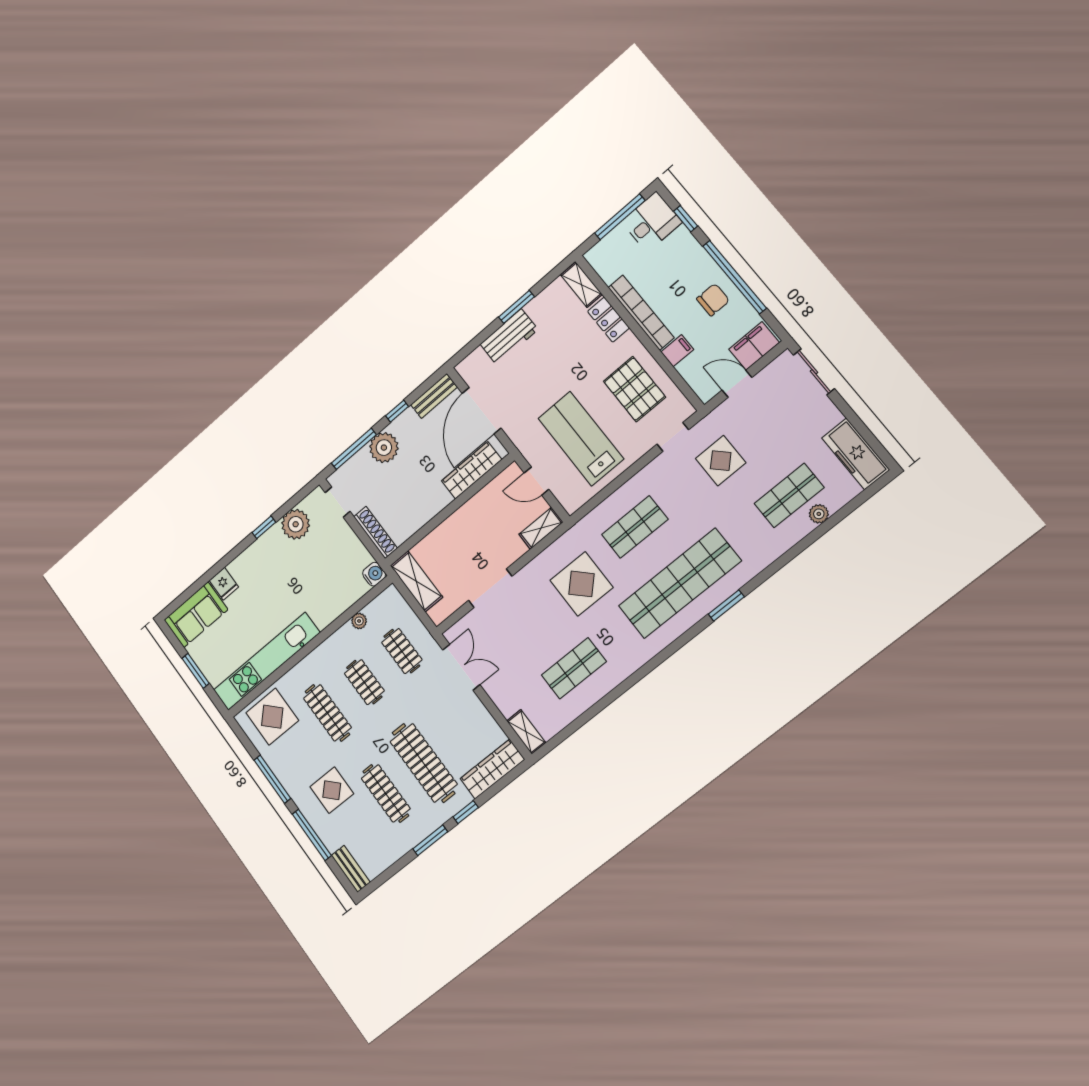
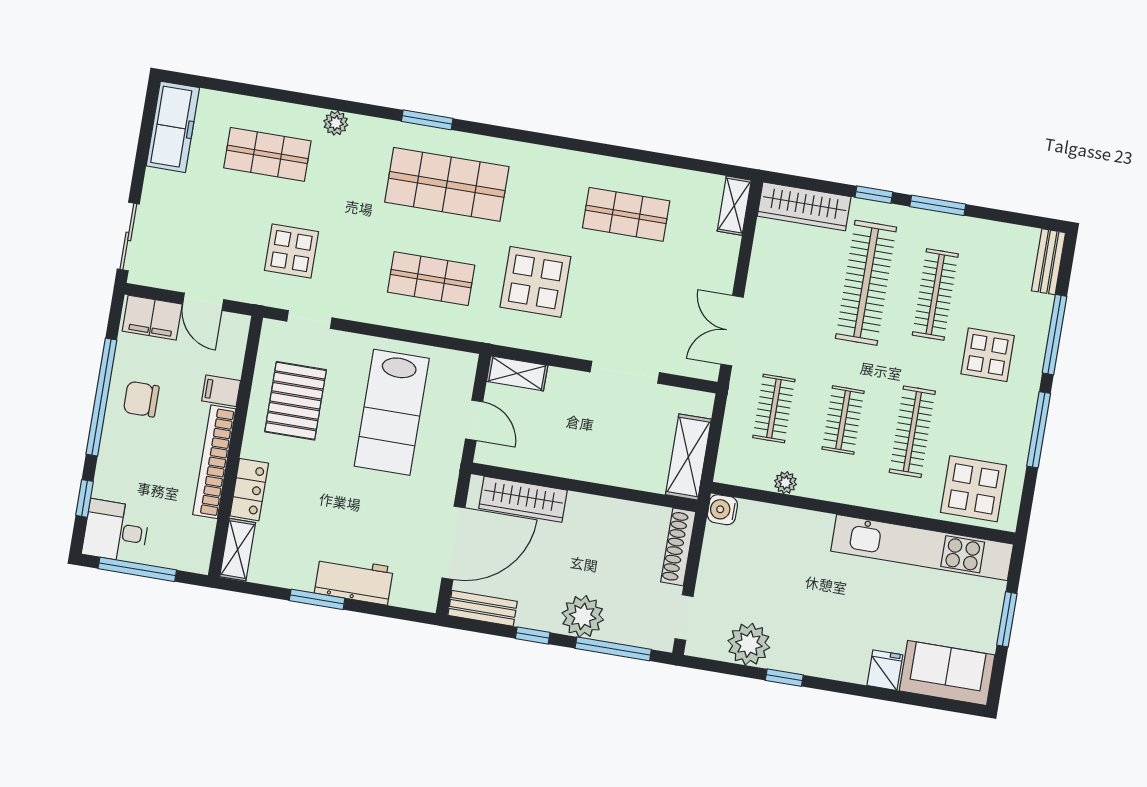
plant: (819, 514) -> (336, 123), moved
shop shelf: (680, 583) -> (447, 184), width x0.71

